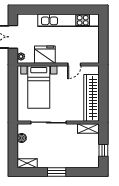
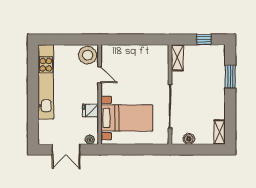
fridge: (45, 55) -> (90, 111), width x0.53, depth x0.75
stool: (91, 55) -> (88, 55), added
wardrobe: (92, 98) -> (140, 54), removed
window: (57, 172) -> (230, 77), moved

